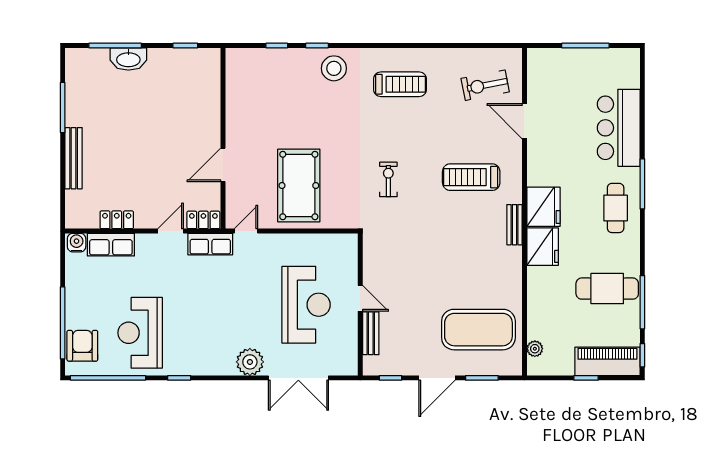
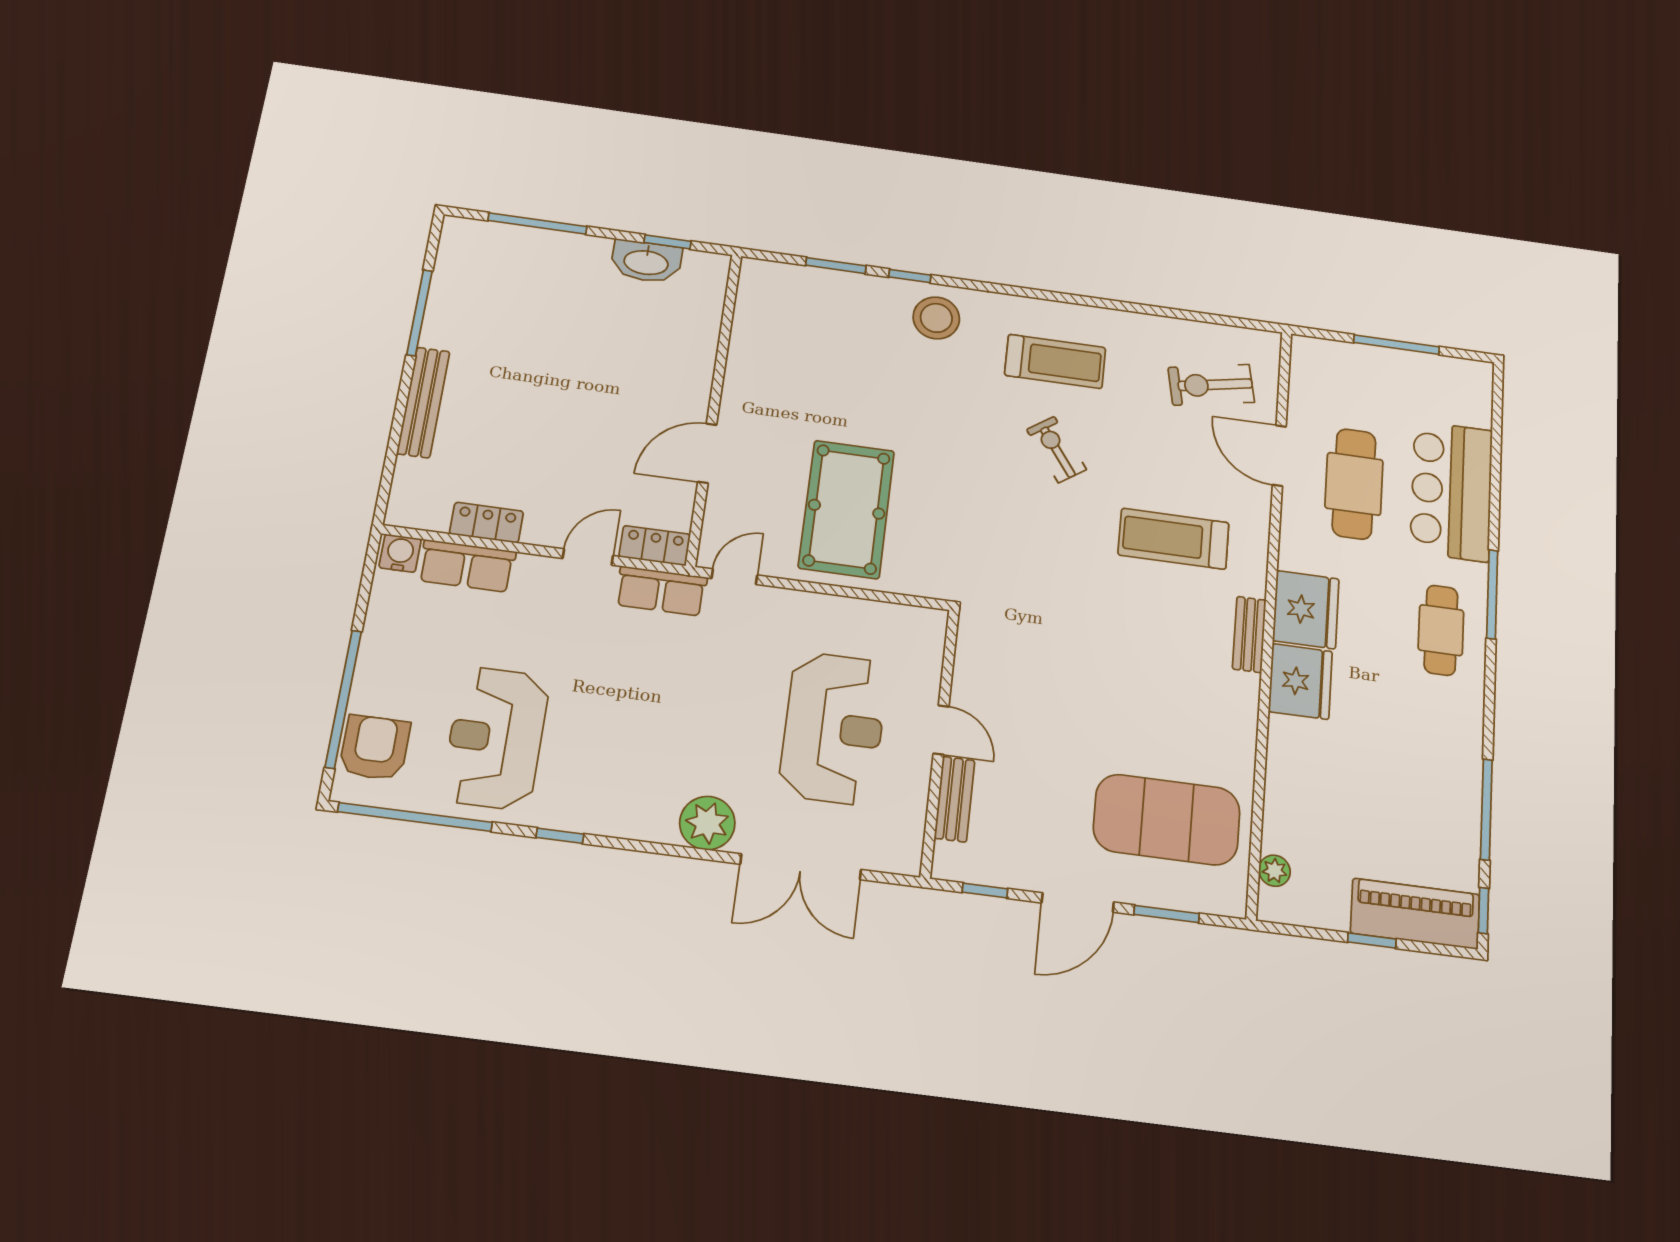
window: (277, 46) -> (836, 266), width x1.50
washbasin: (128, 59) -> (646, 262), moved
exercise bike: (388, 179) -> (1056, 449), moved, turned -35
cafe table: (607, 289) -> (1354, 484), moved, turned 90

